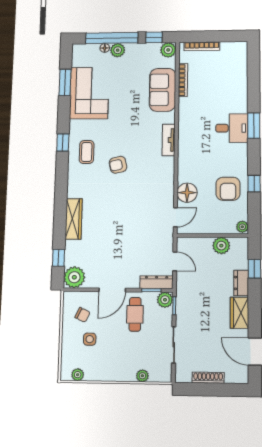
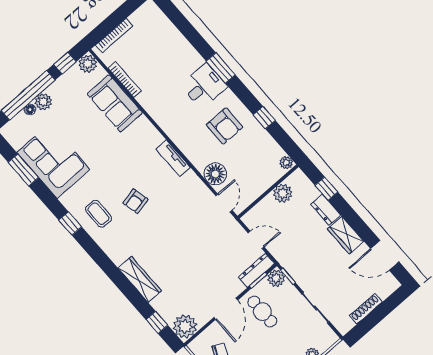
tv unit: (169, 140) -> (173, 158), moved
armchair: (228, 189) -> (225, 126), moved

